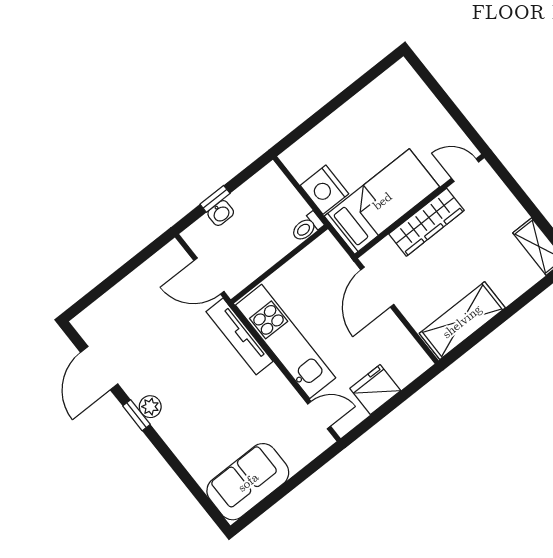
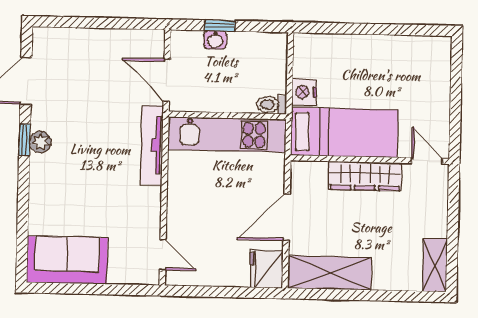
nightstand: (324, 190) -> (304, 92), width x0.74, depth x0.75
door: (377, 287) -> (287, 217), moved
kitchen unit: (286, 341) -> (227, 135), moved, turned 90
fridge: (375, 390) -> (266, 269), moved, turned -90

